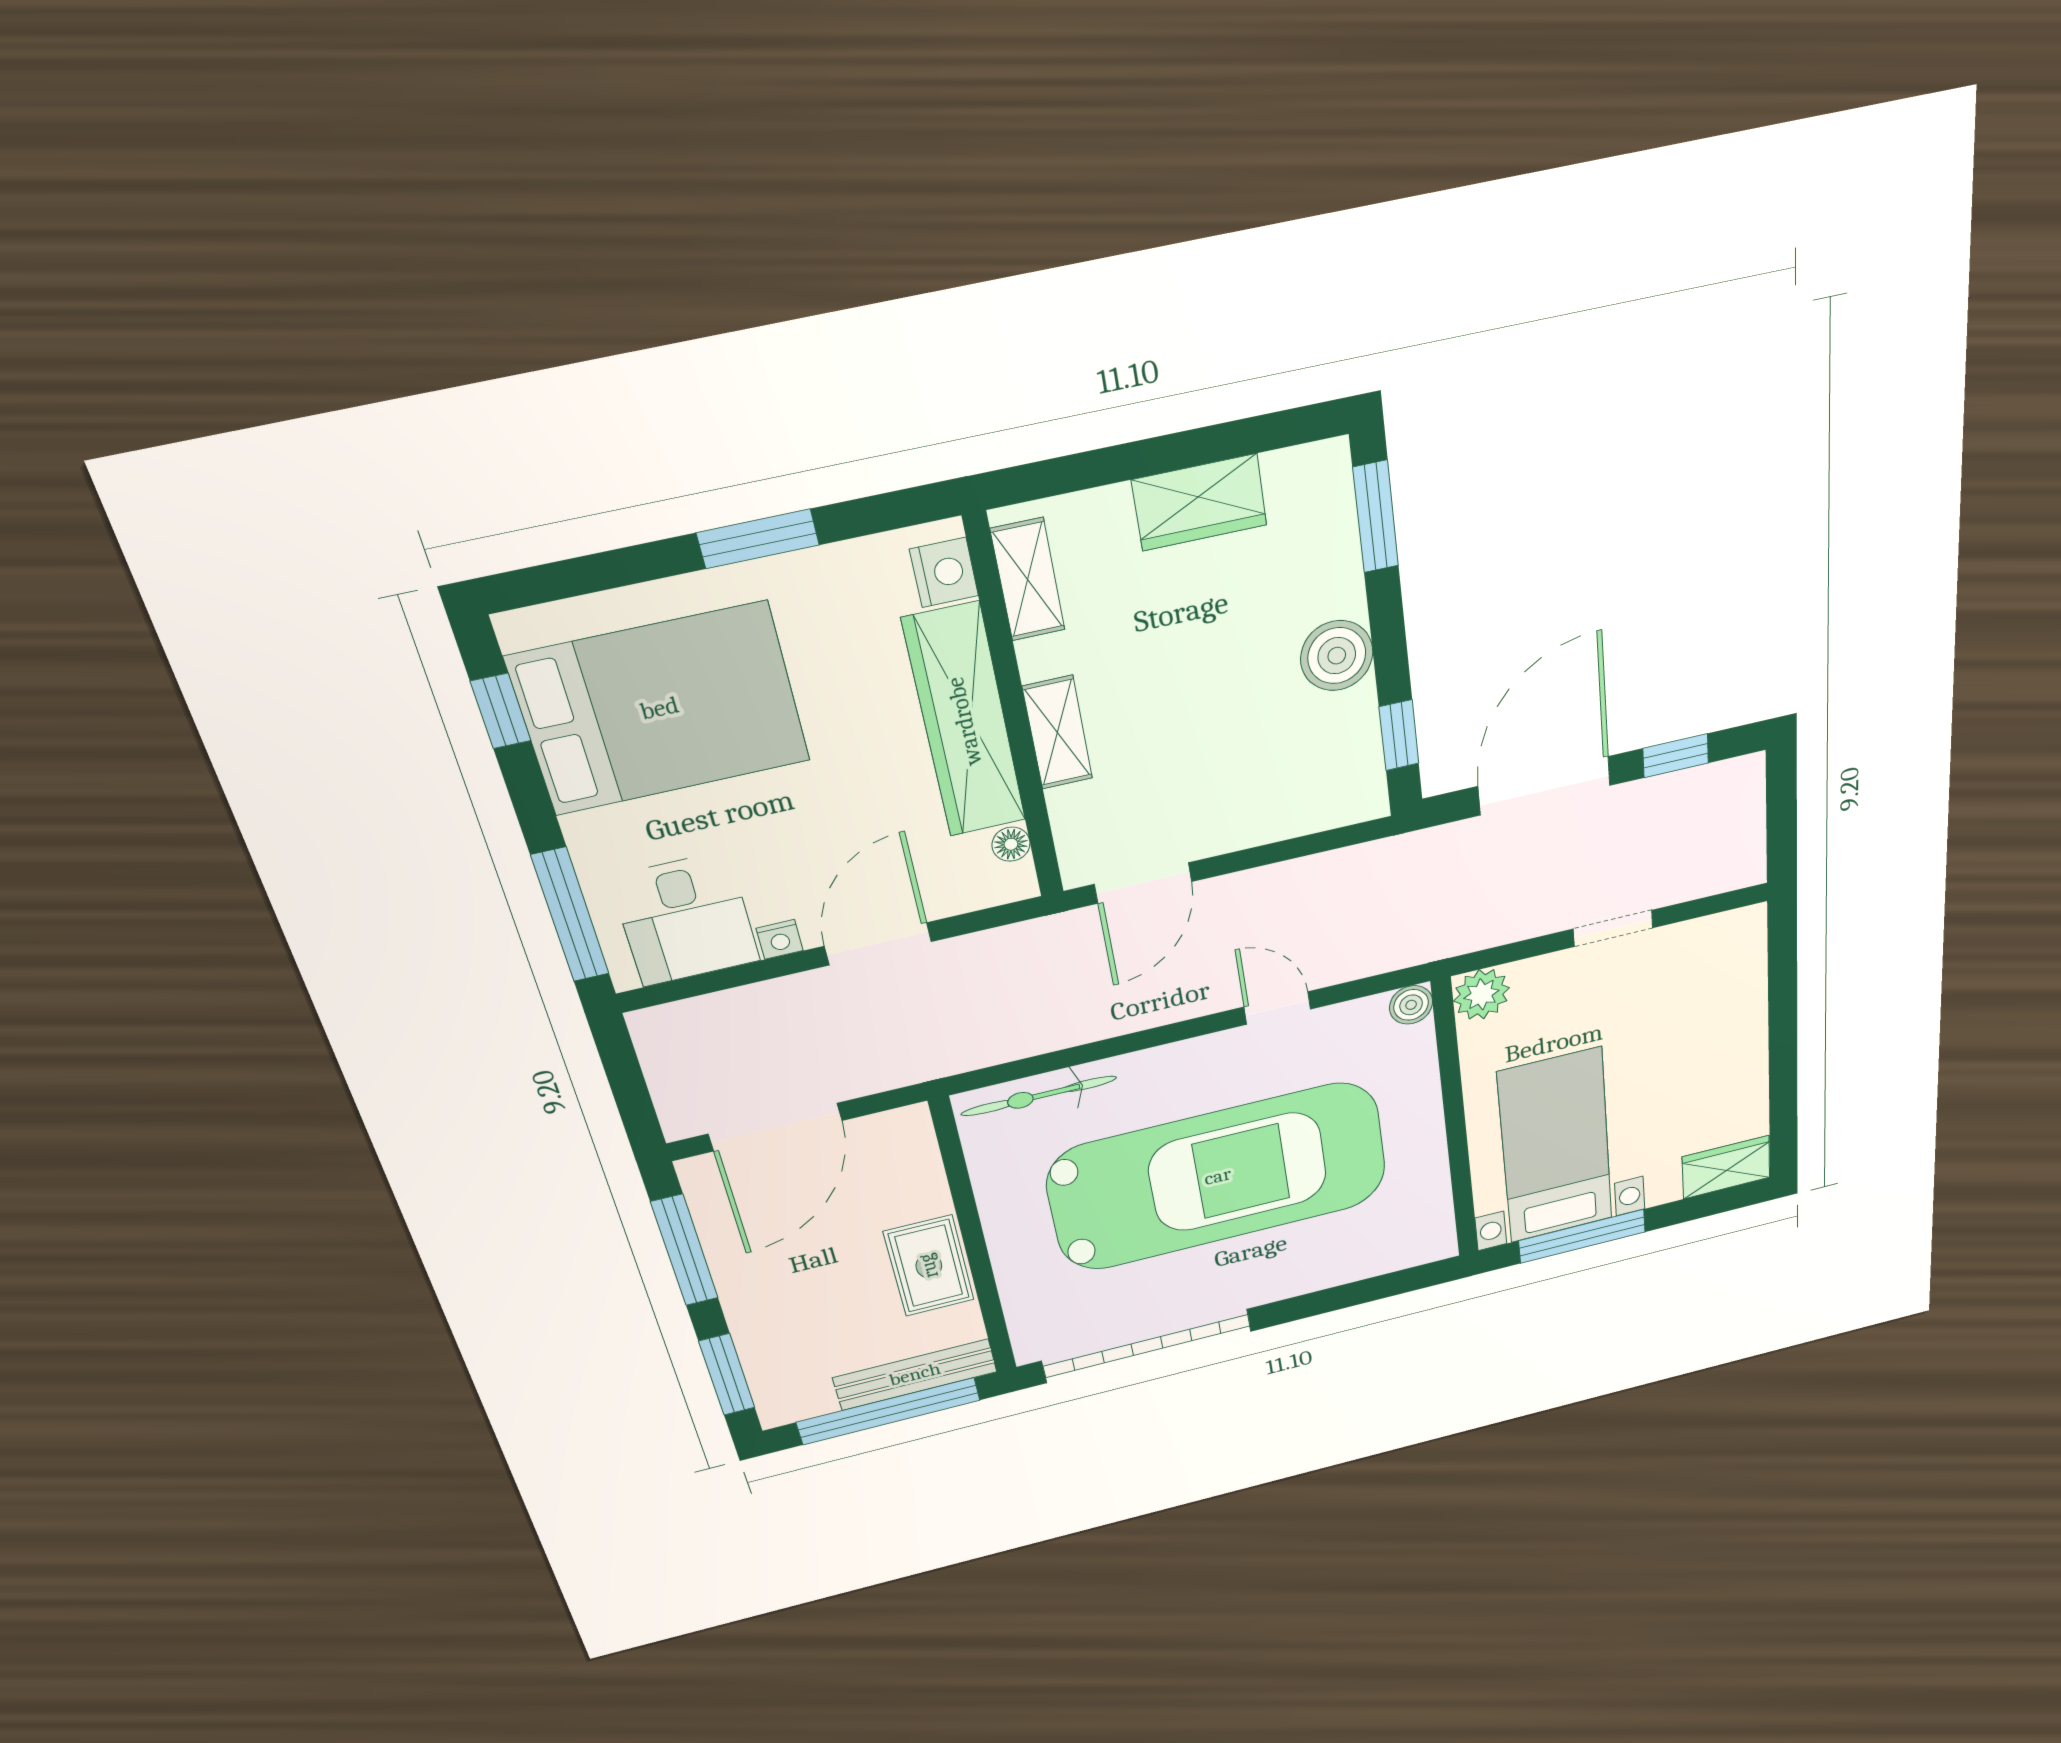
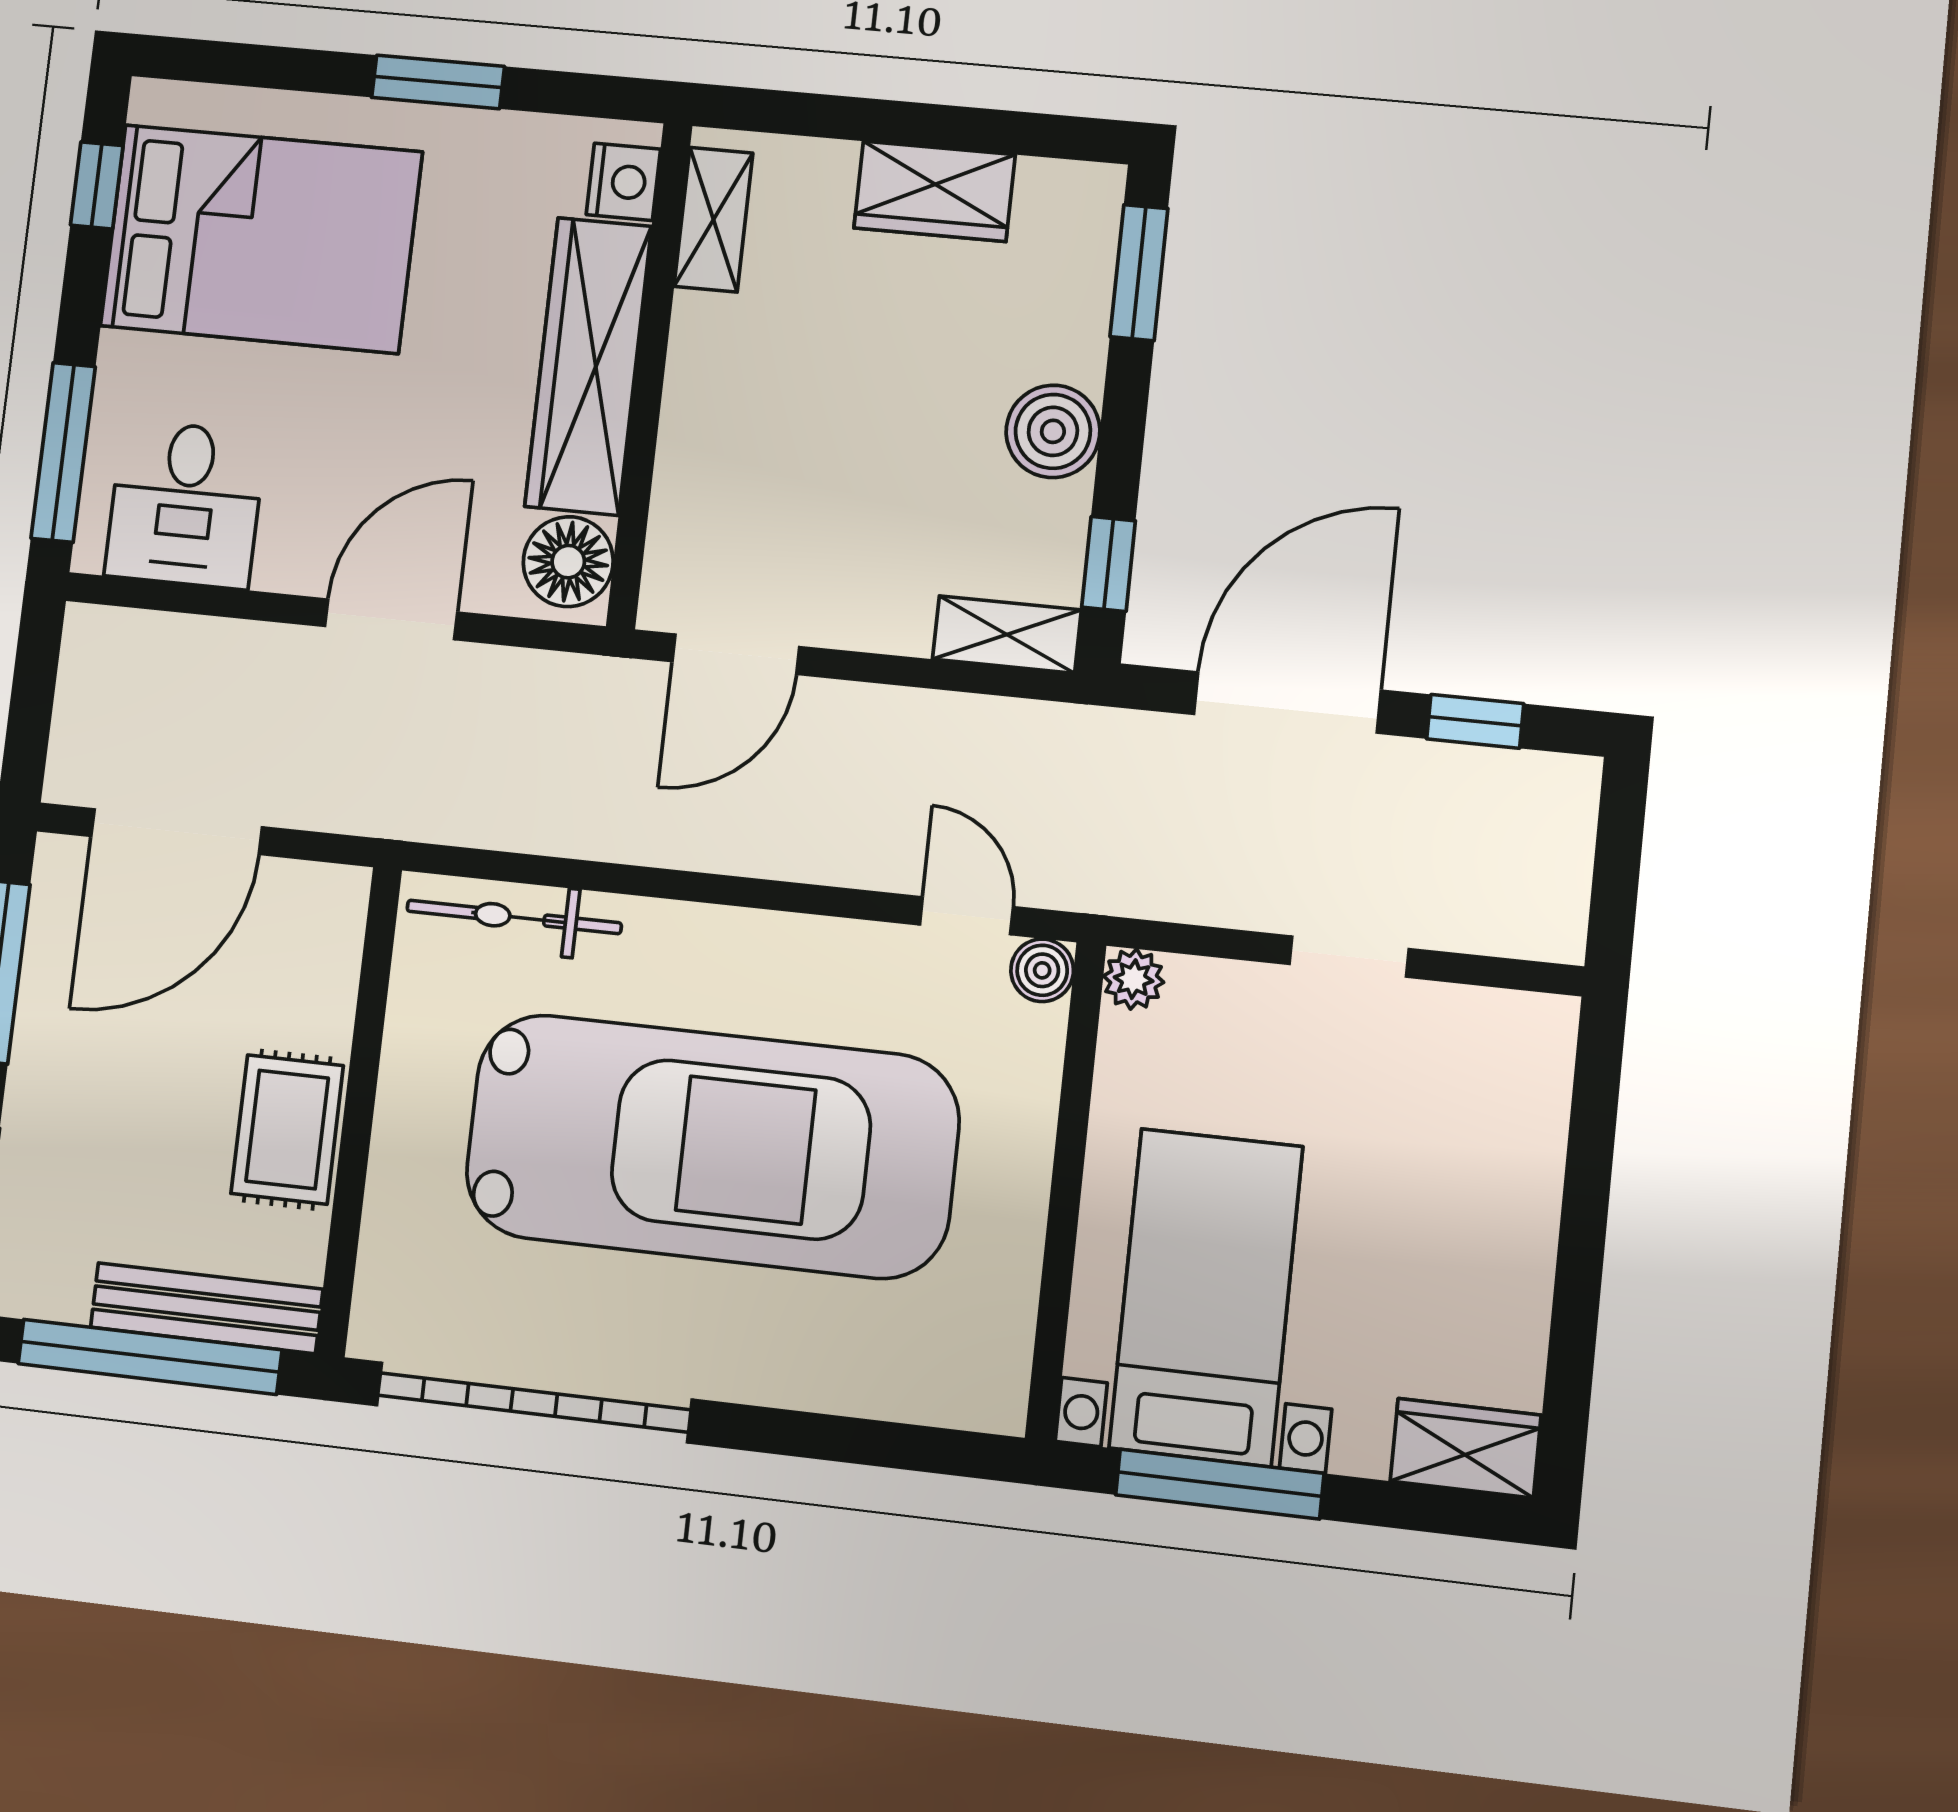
shelving: (1057, 733) -> (1007, 635), moved, turned 90
floor lamp: (1011, 844) -> (568, 562), width x1.89, depth x1.89
nightstand: (780, 939) -> (280, 570), removed
plant: (1481, 994) -> (1134, 979), width x0.73, depth x0.73
door: (1277, 1008) -> (966, 916), moved

